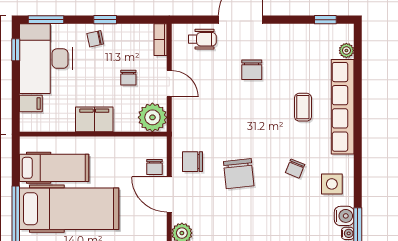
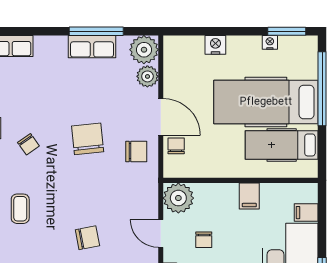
chair: (252, 70) -> (87, 238), moved, turned 79
chair: (128, 78) -> (204, 240), turned 180
filing cabinet: (94, 119) -> (249, 196), width x0.50
chair: (295, 169) -> (28, 144), turned 123

